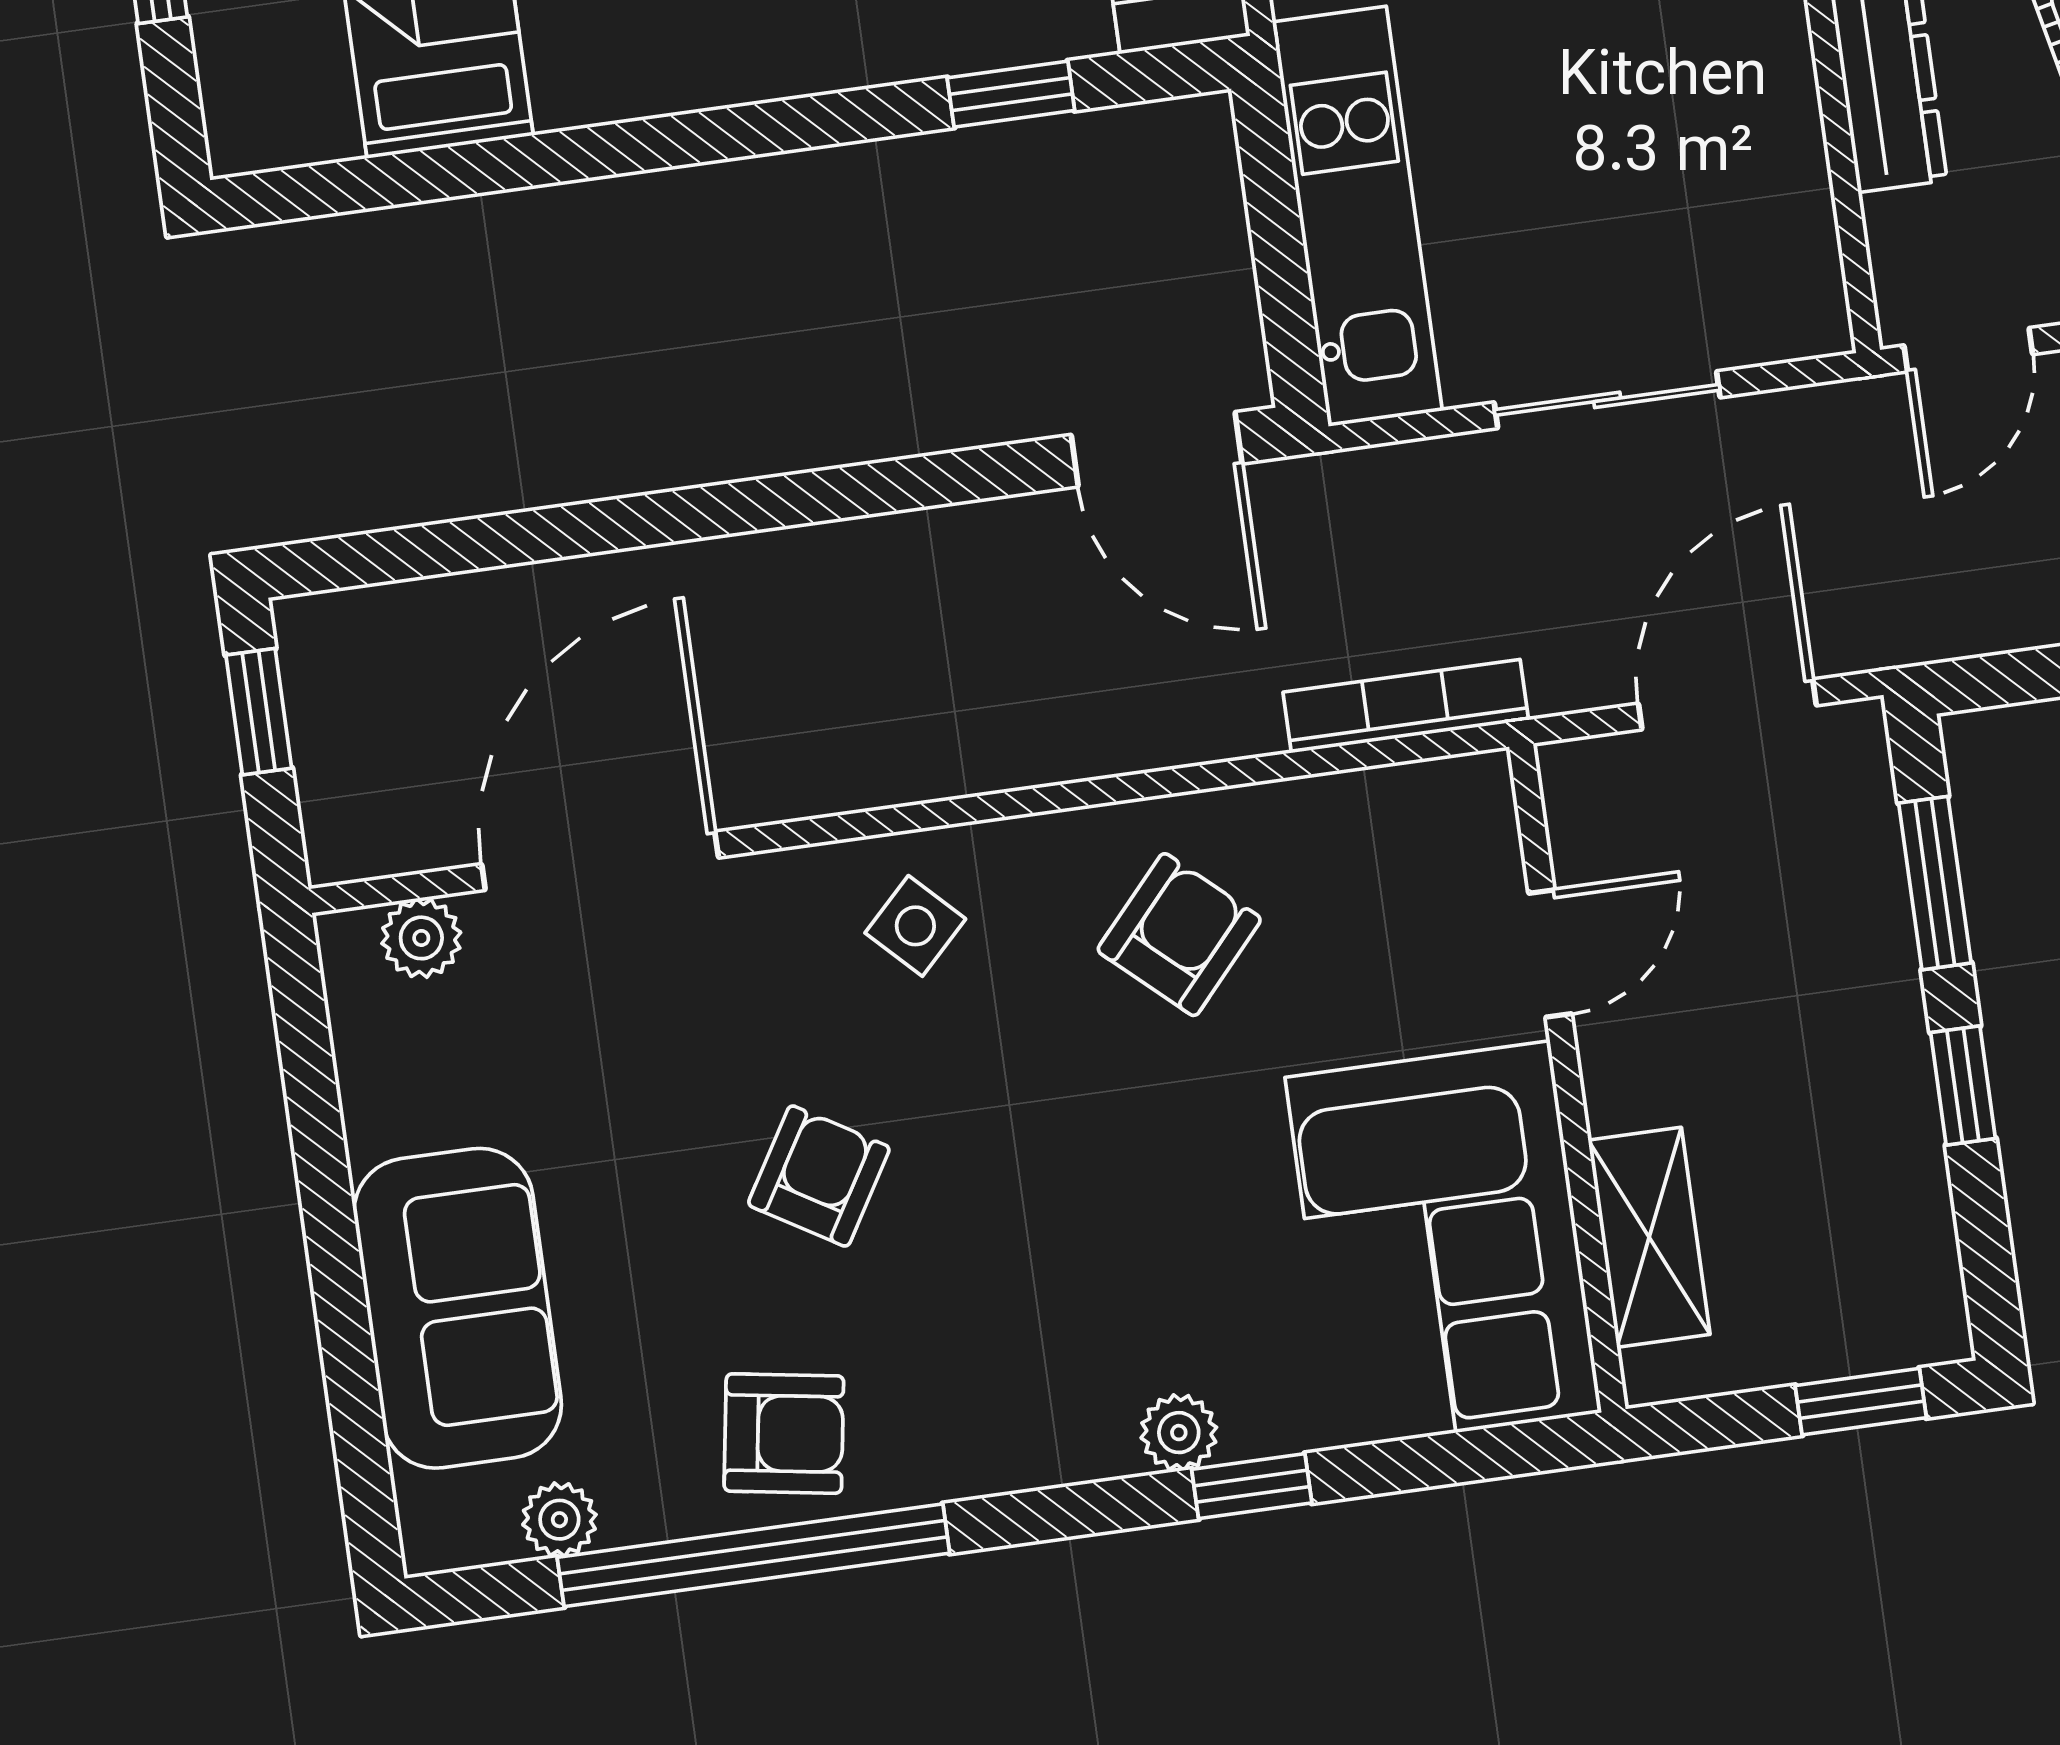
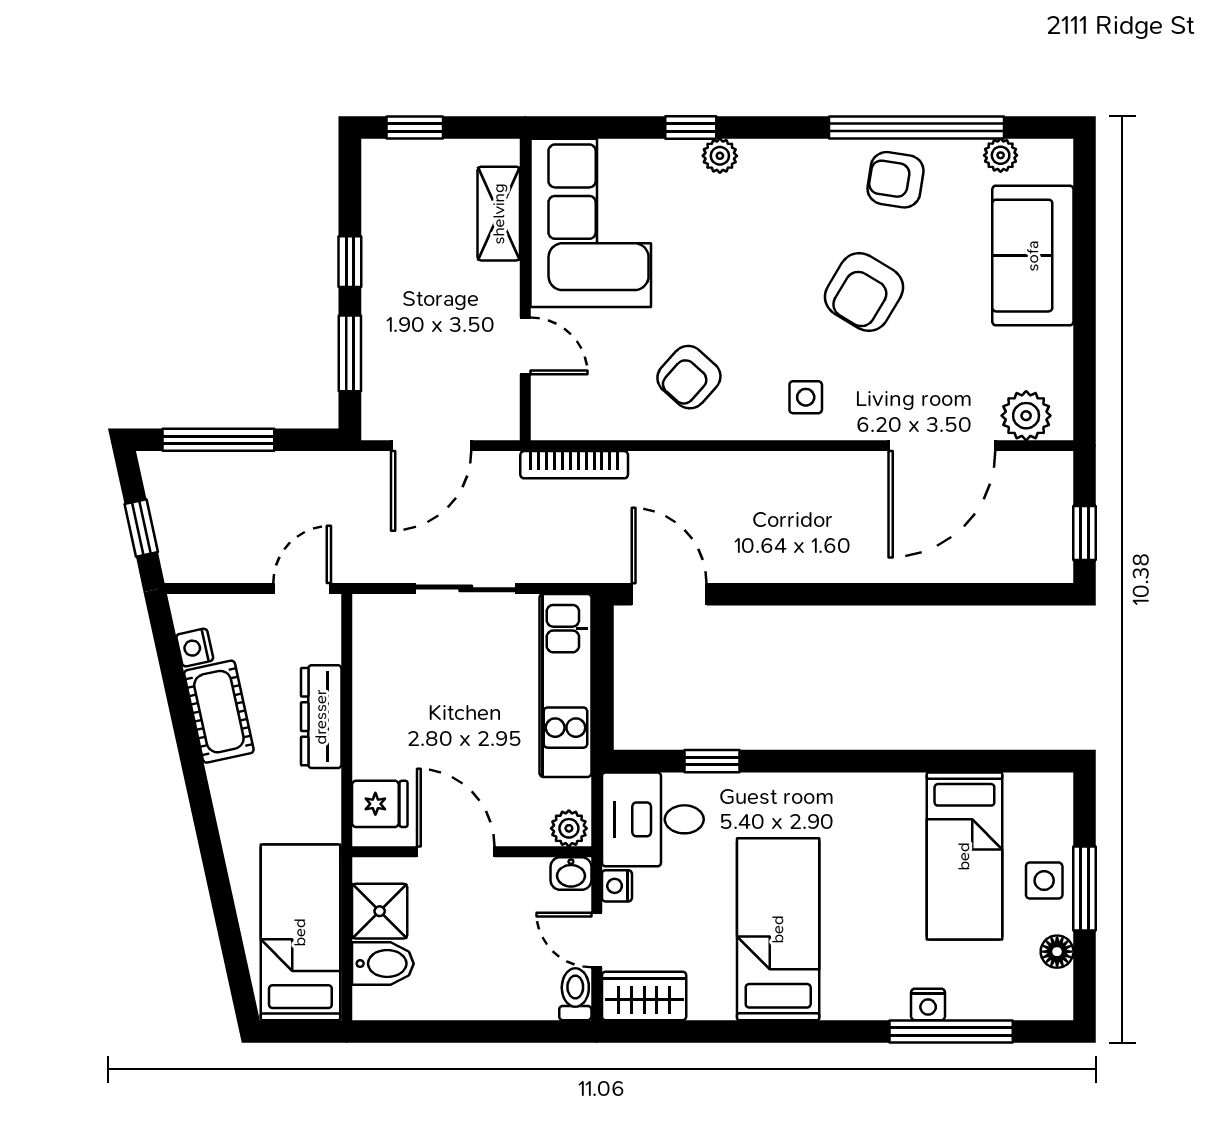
side table: (915, 926) -> (806, 397), turned 45
plant: (421, 938) -> (1026, 416), width x1.38, depth x1.38
door: (1550, 953) -> (525, 346), swing flipped
armchair: (819, 1176) -> (864, 292), width x1.38, depth x1.38

